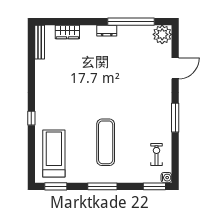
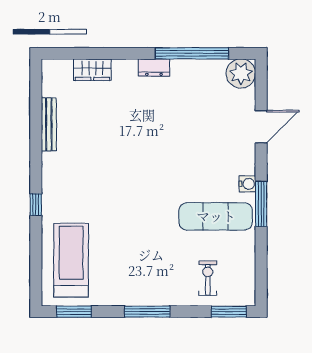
bench: (40, 42) -> (49, 124), moved
exercise mat: (106, 142) -> (216, 216), moved, turned 90
exercise bike: (157, 154) -> (208, 278), moved
water cooler: (166, 178) -> (247, 184), moved

